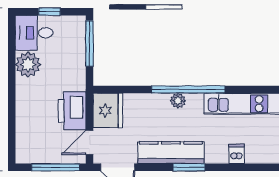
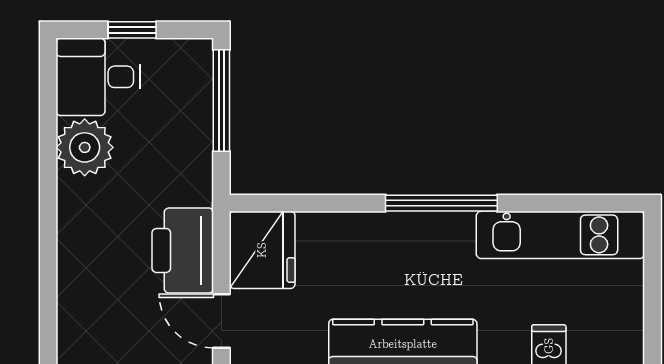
window: (188, 89) -> (441, 203), width x0.68
plant: (178, 101) -> (418, 228), removed
door: (89, 142) -> (221, 321), hinge flipped

